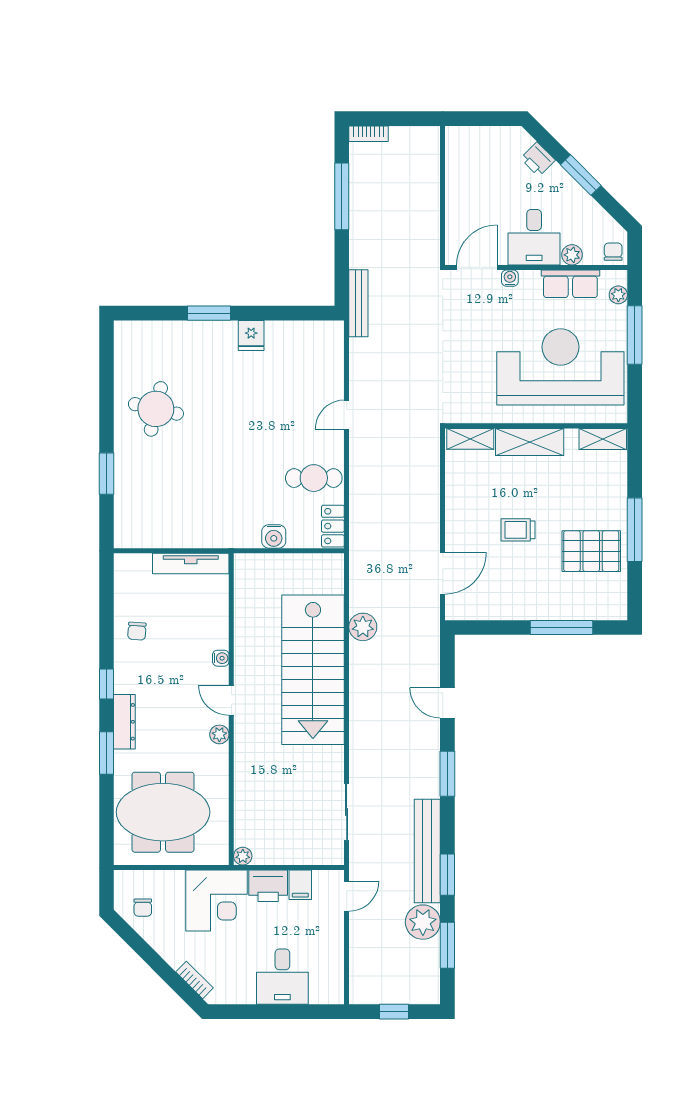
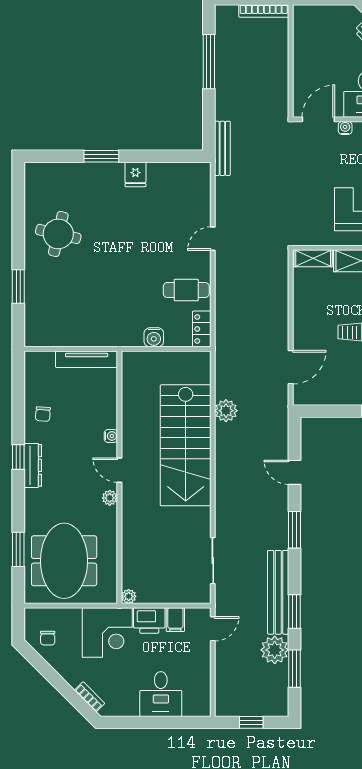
bookcase: (369, 134) -> (264, 11), moved, width x1.56
dresser: (124, 722) -> (33, 465), moved
window: (107, 753) -> (18, 549), moved
meeting table: (163, 812) -> (64, 561), turned 90

